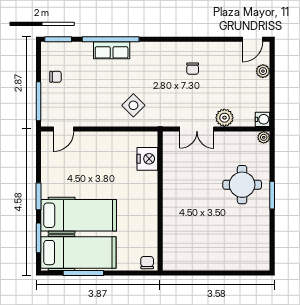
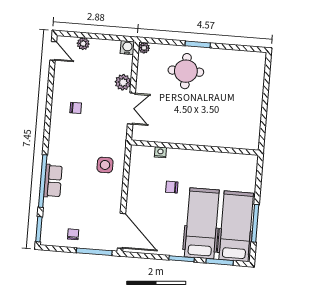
side table: (133, 105) -> (105, 165), turned 45
door: (64, 129) -> (122, 231), width x1.88
nightstand: (147, 159) -> (160, 152), width x0.53, depth x0.56
chair: (147, 263) -> (172, 187), moved

